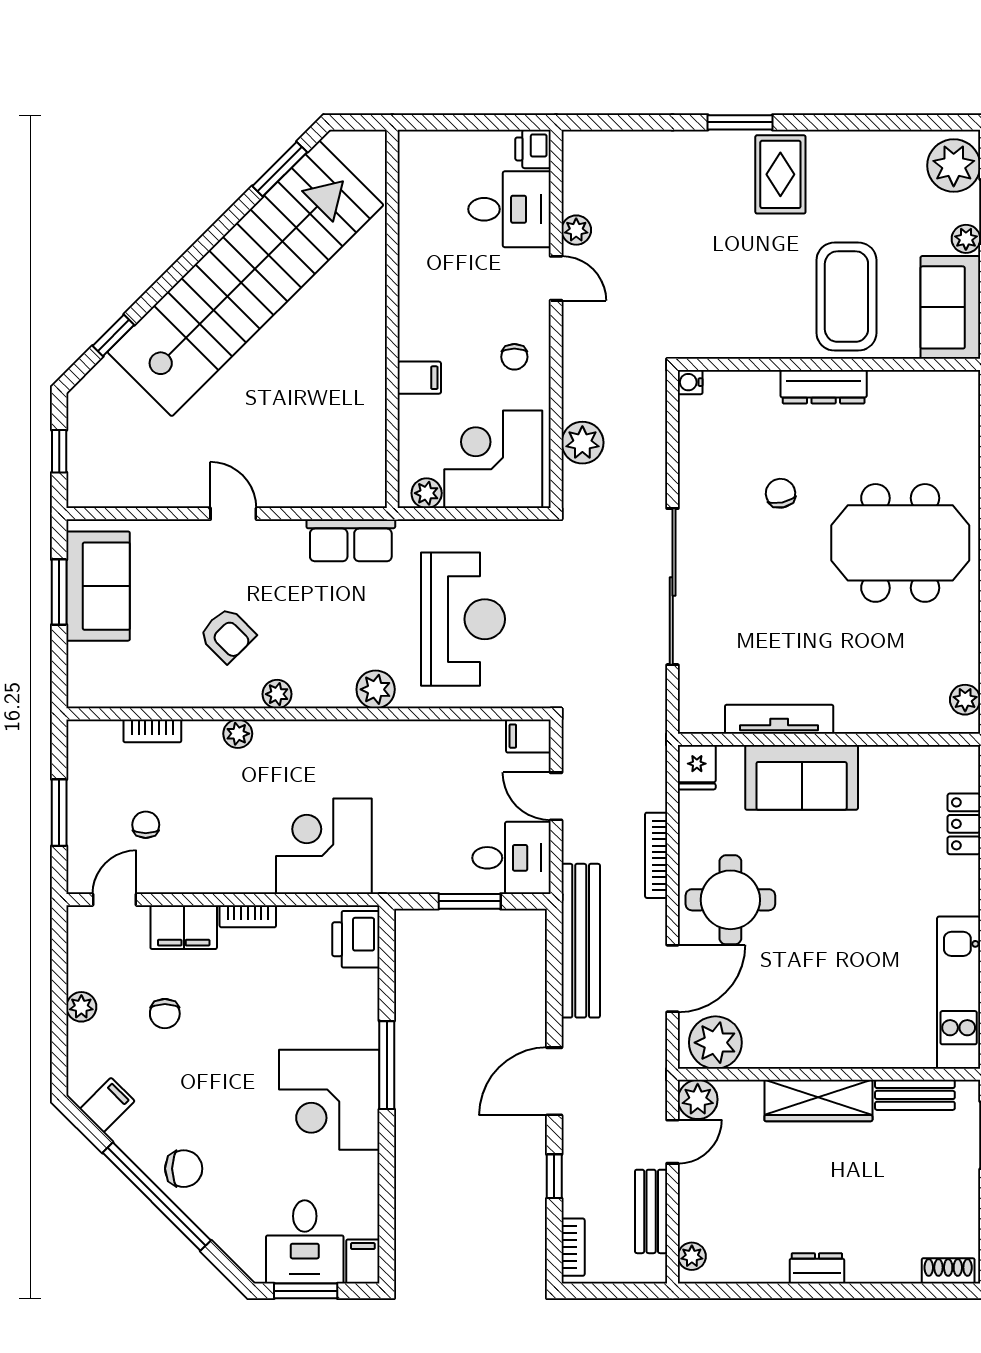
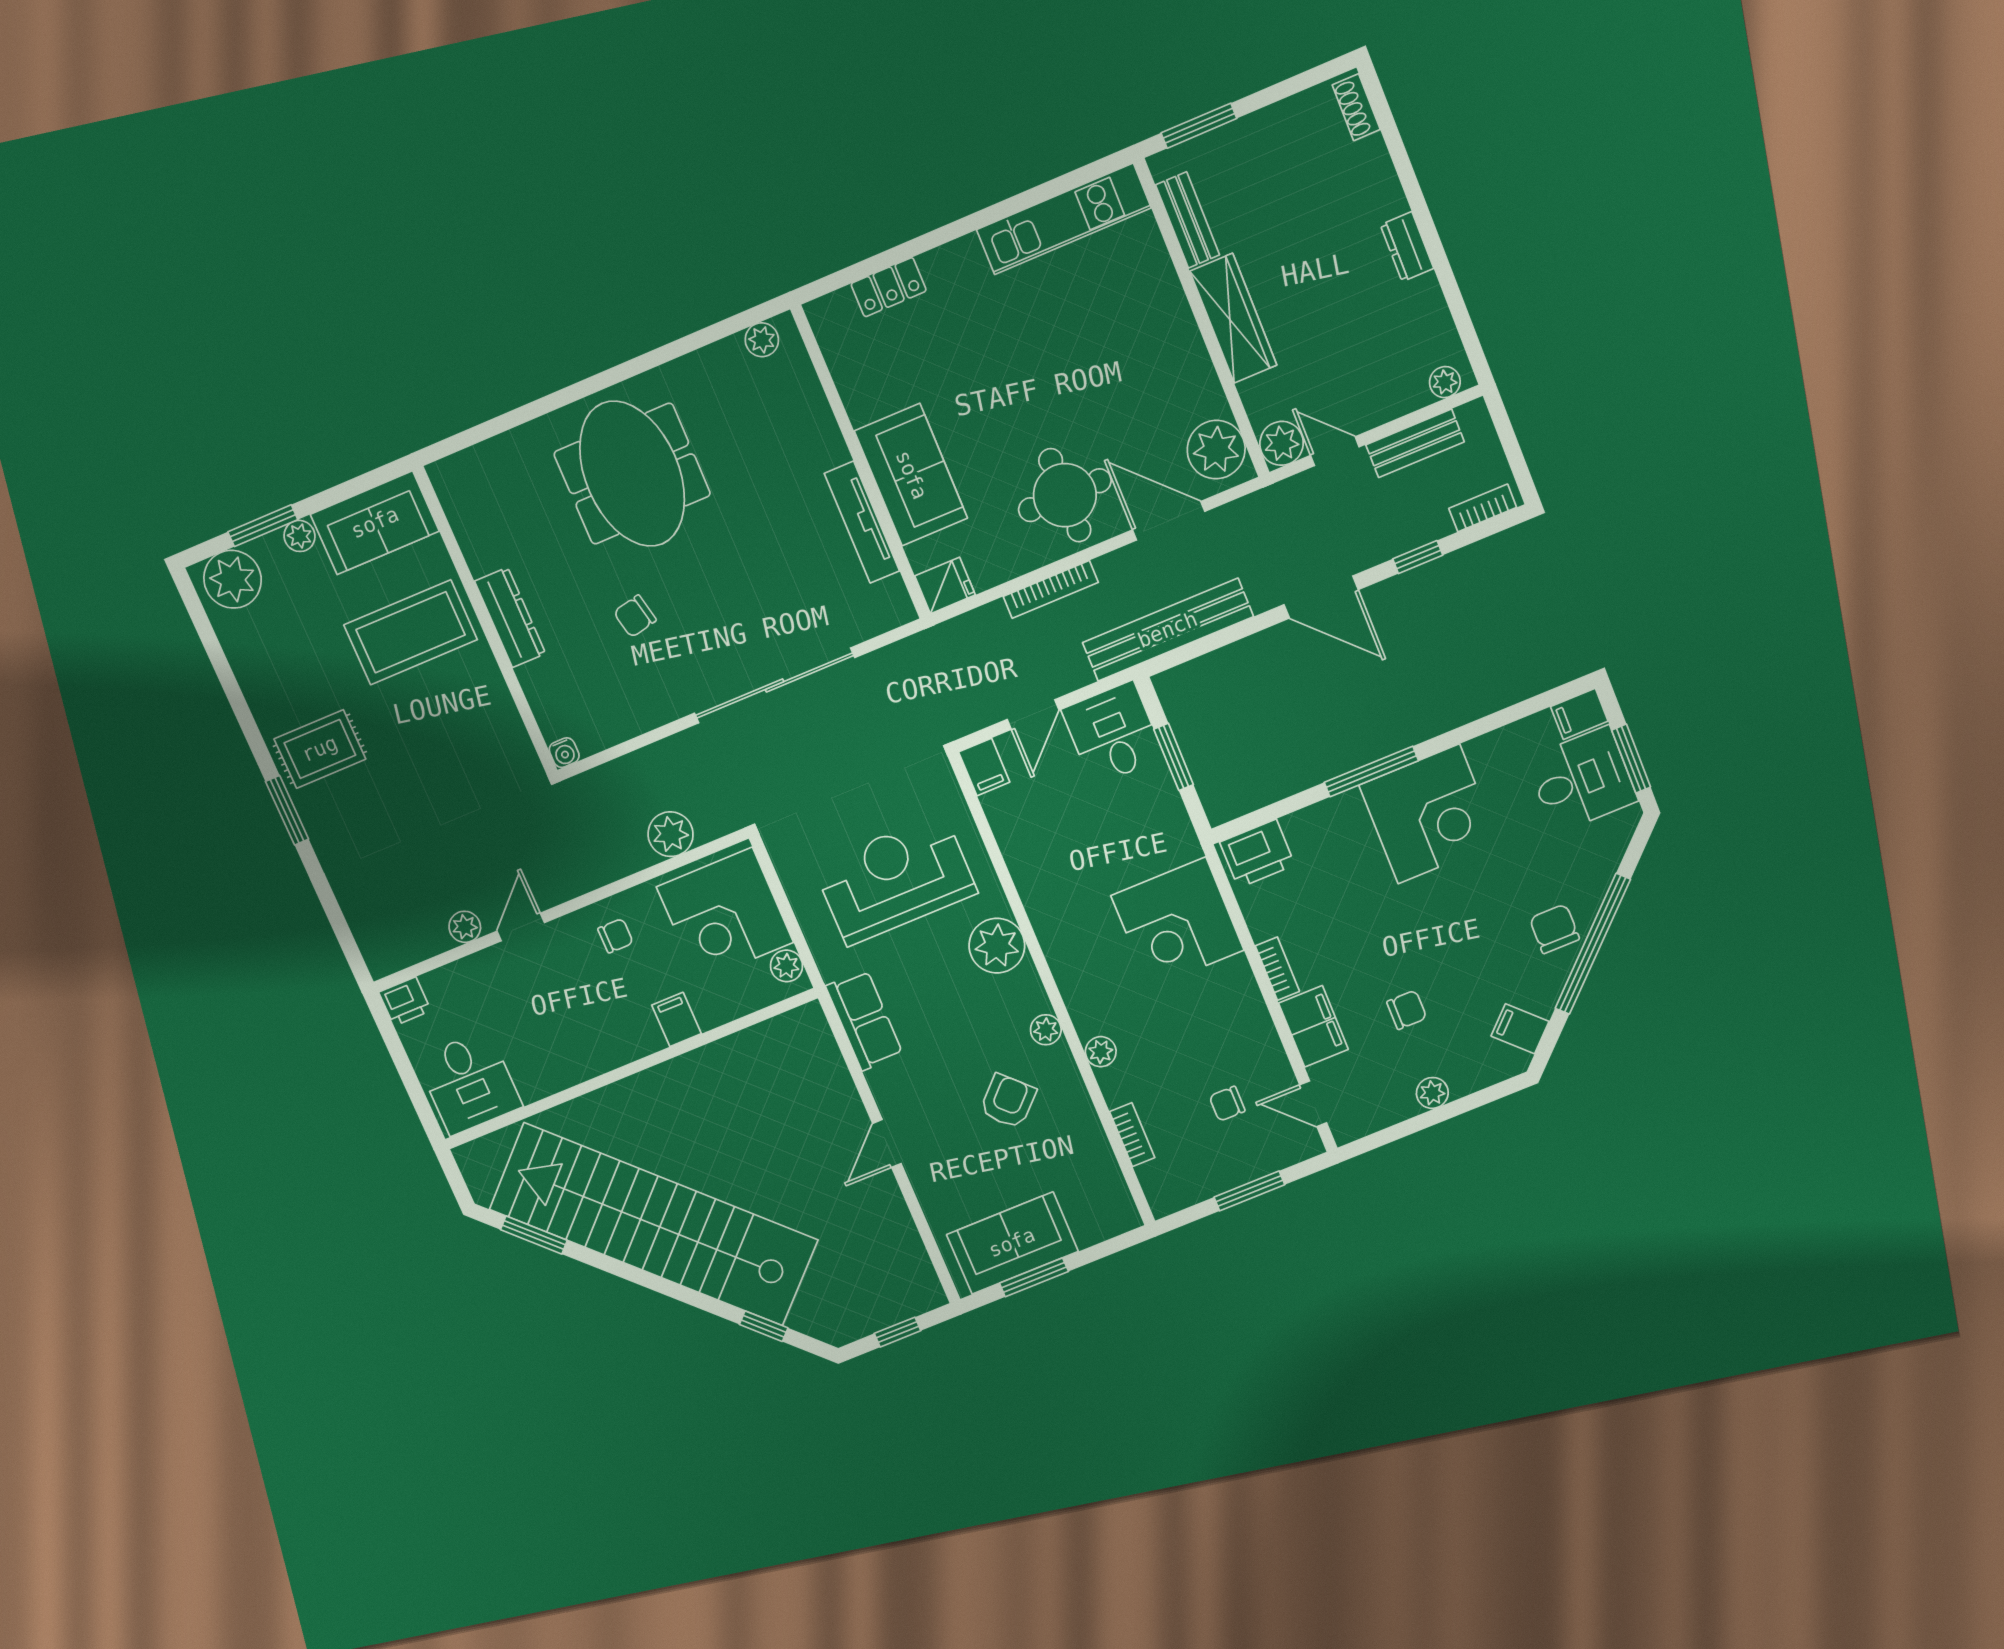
desk: (510, 209) -> (469, 1083), moved, turned 180
plant: (376, 689) -> (997, 946), width x1.36, depth x1.36

